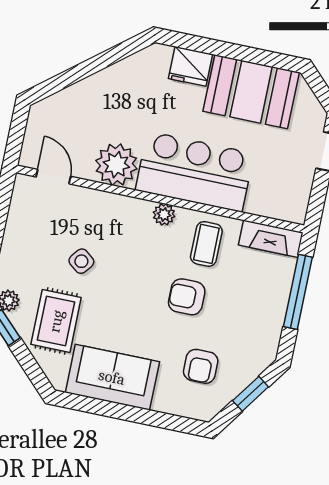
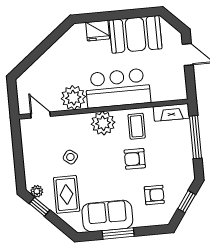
plant: (164, 214) -> (103, 123), width x1.88, depth x1.88
armchair: (201, 366) -> (154, 195), turned -90
window: (121, 412) -> (118, 233), added

